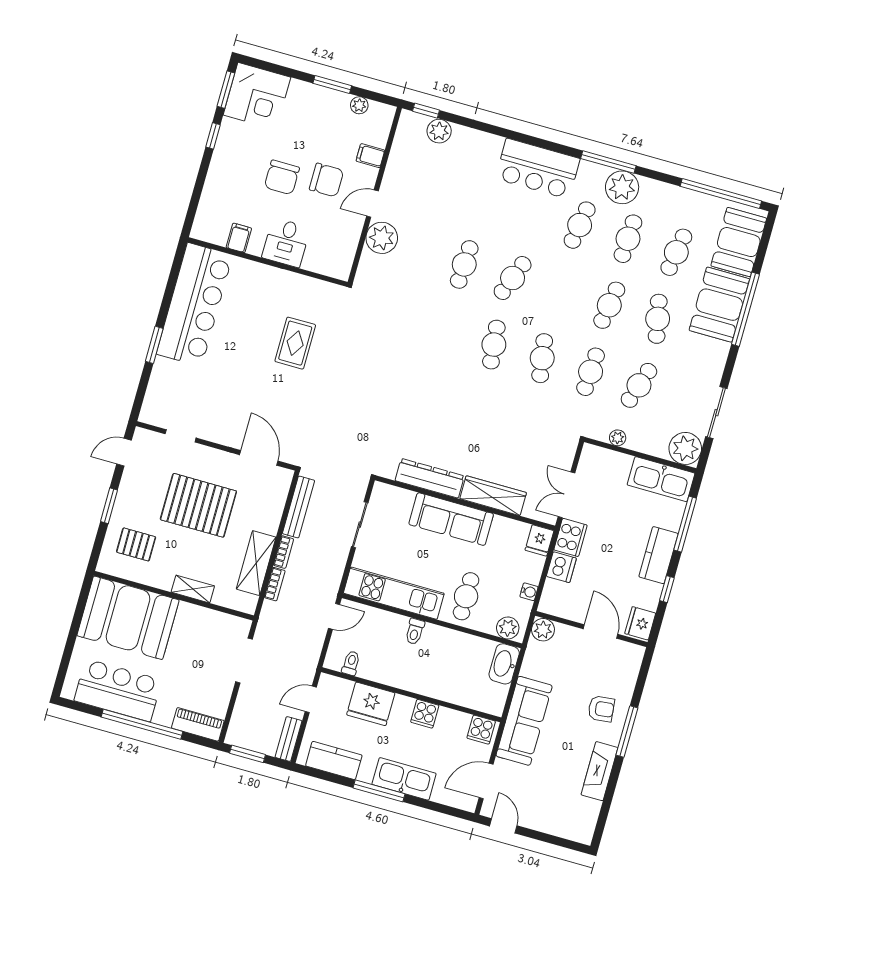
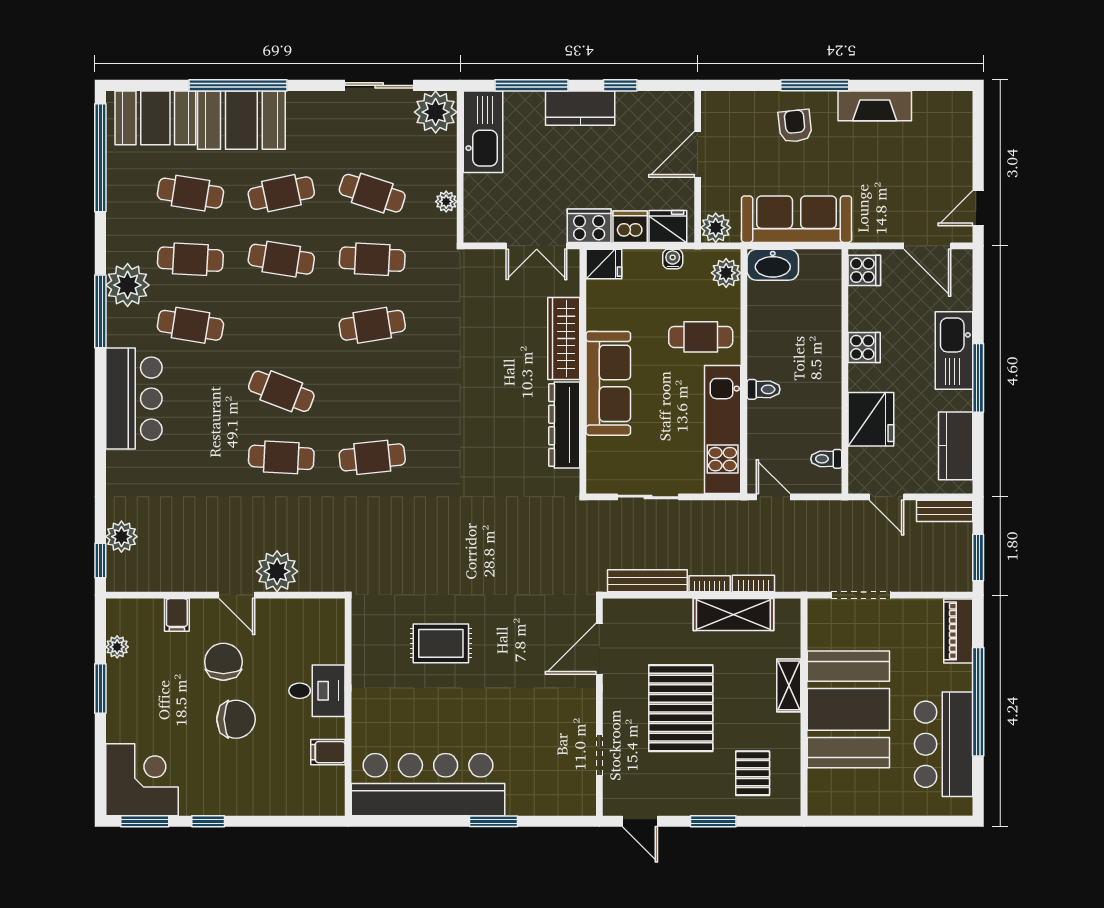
cafe table: (494, 345) -> (372, 457), moved
booth: (128, 618) -> (848, 709), moved
fridge: (640, 623) -> (668, 226), moved, turned 180
sofa: (524, 721) -> (797, 219), moved

